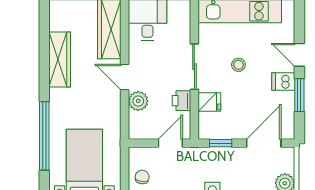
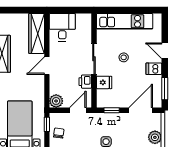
door: (125, 77) -> (47, 66), hinge flipped
window: (299, 95) -> (165, 89), moved
plant: (138, 101) -> (56, 101), moved
window: (125, 164) -> (47, 124), added

